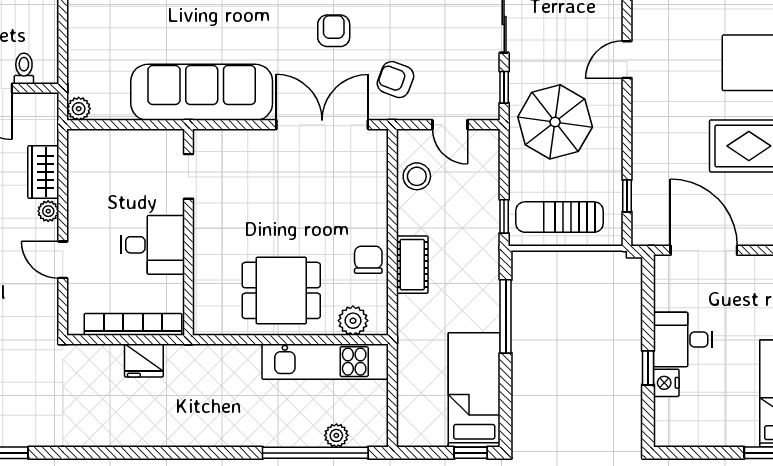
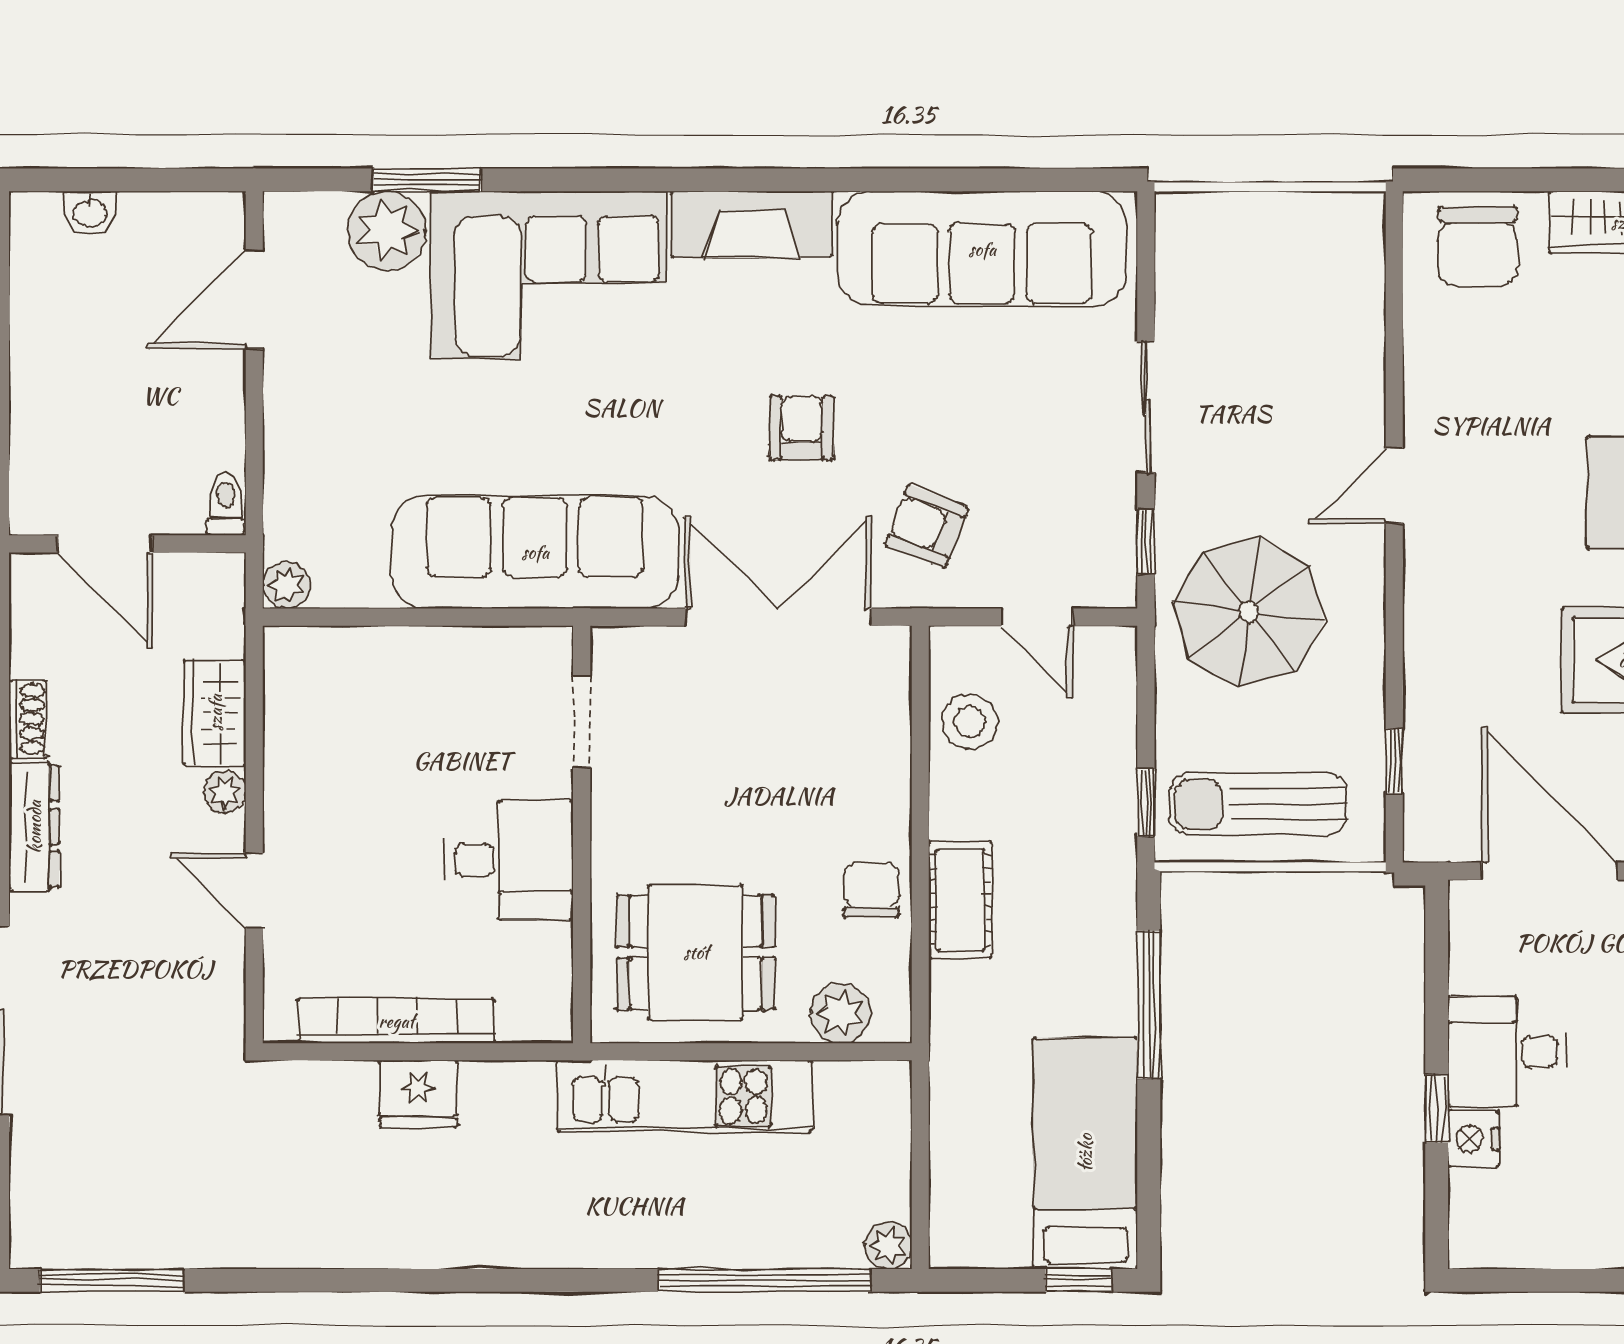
toilet: (24, 69) -> (225, 504), moved
doorway: (189, 176) -> (582, 722), moved
wall: (189, 232) -> (582, 834), moved
desk: (153, 245) -> (509, 860), moved
kitchen unit: (325, 362) -> (685, 1096), moved
plant: (336, 435) -> (888, 1245), moved

